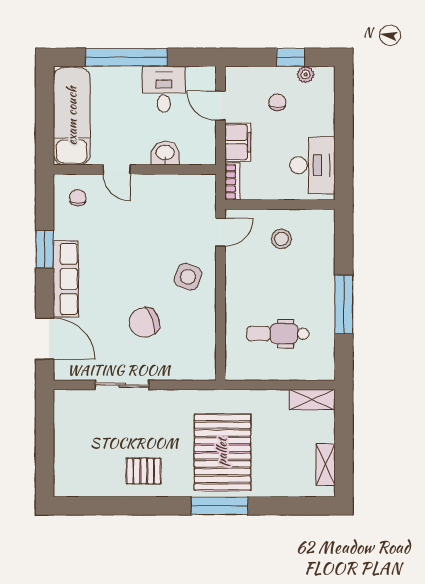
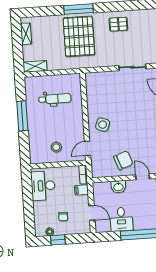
filing cabinet: (238, 142) -> (82, 190), width x0.50
chair: (144, 323) -> (123, 160), moved

